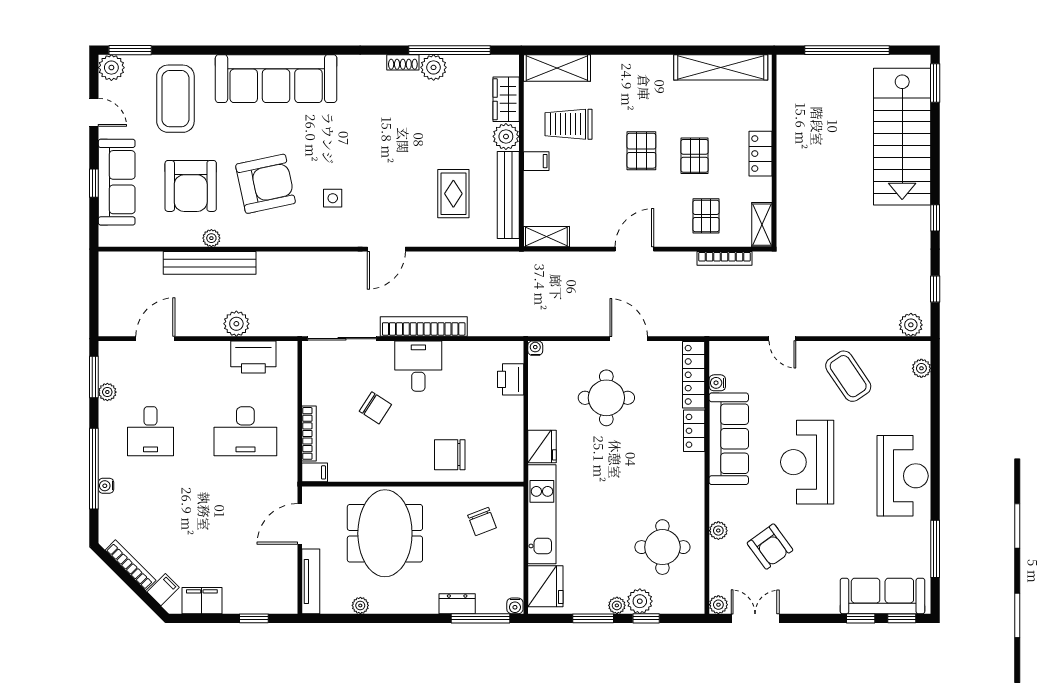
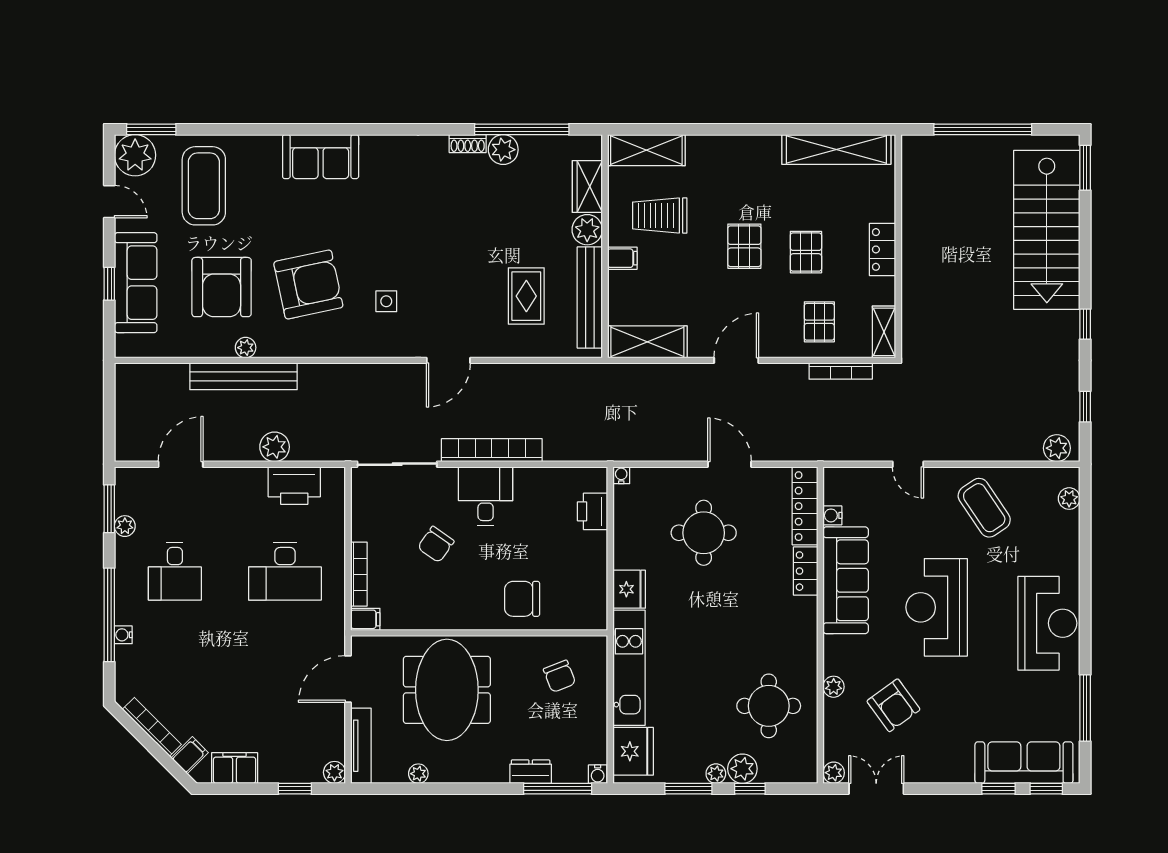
plant: (111, 68) -> (135, 155), width x1.36, depth x1.36
sofa: (276, 79) -> (321, 157), width x0.54, depth x0.79
shelving: (546, 237) -> (647, 342), width x1.50, depth x1.33
chair: (375, 408) -> (436, 544), turned 92
plant: (288, 604) -> (334, 772), added

